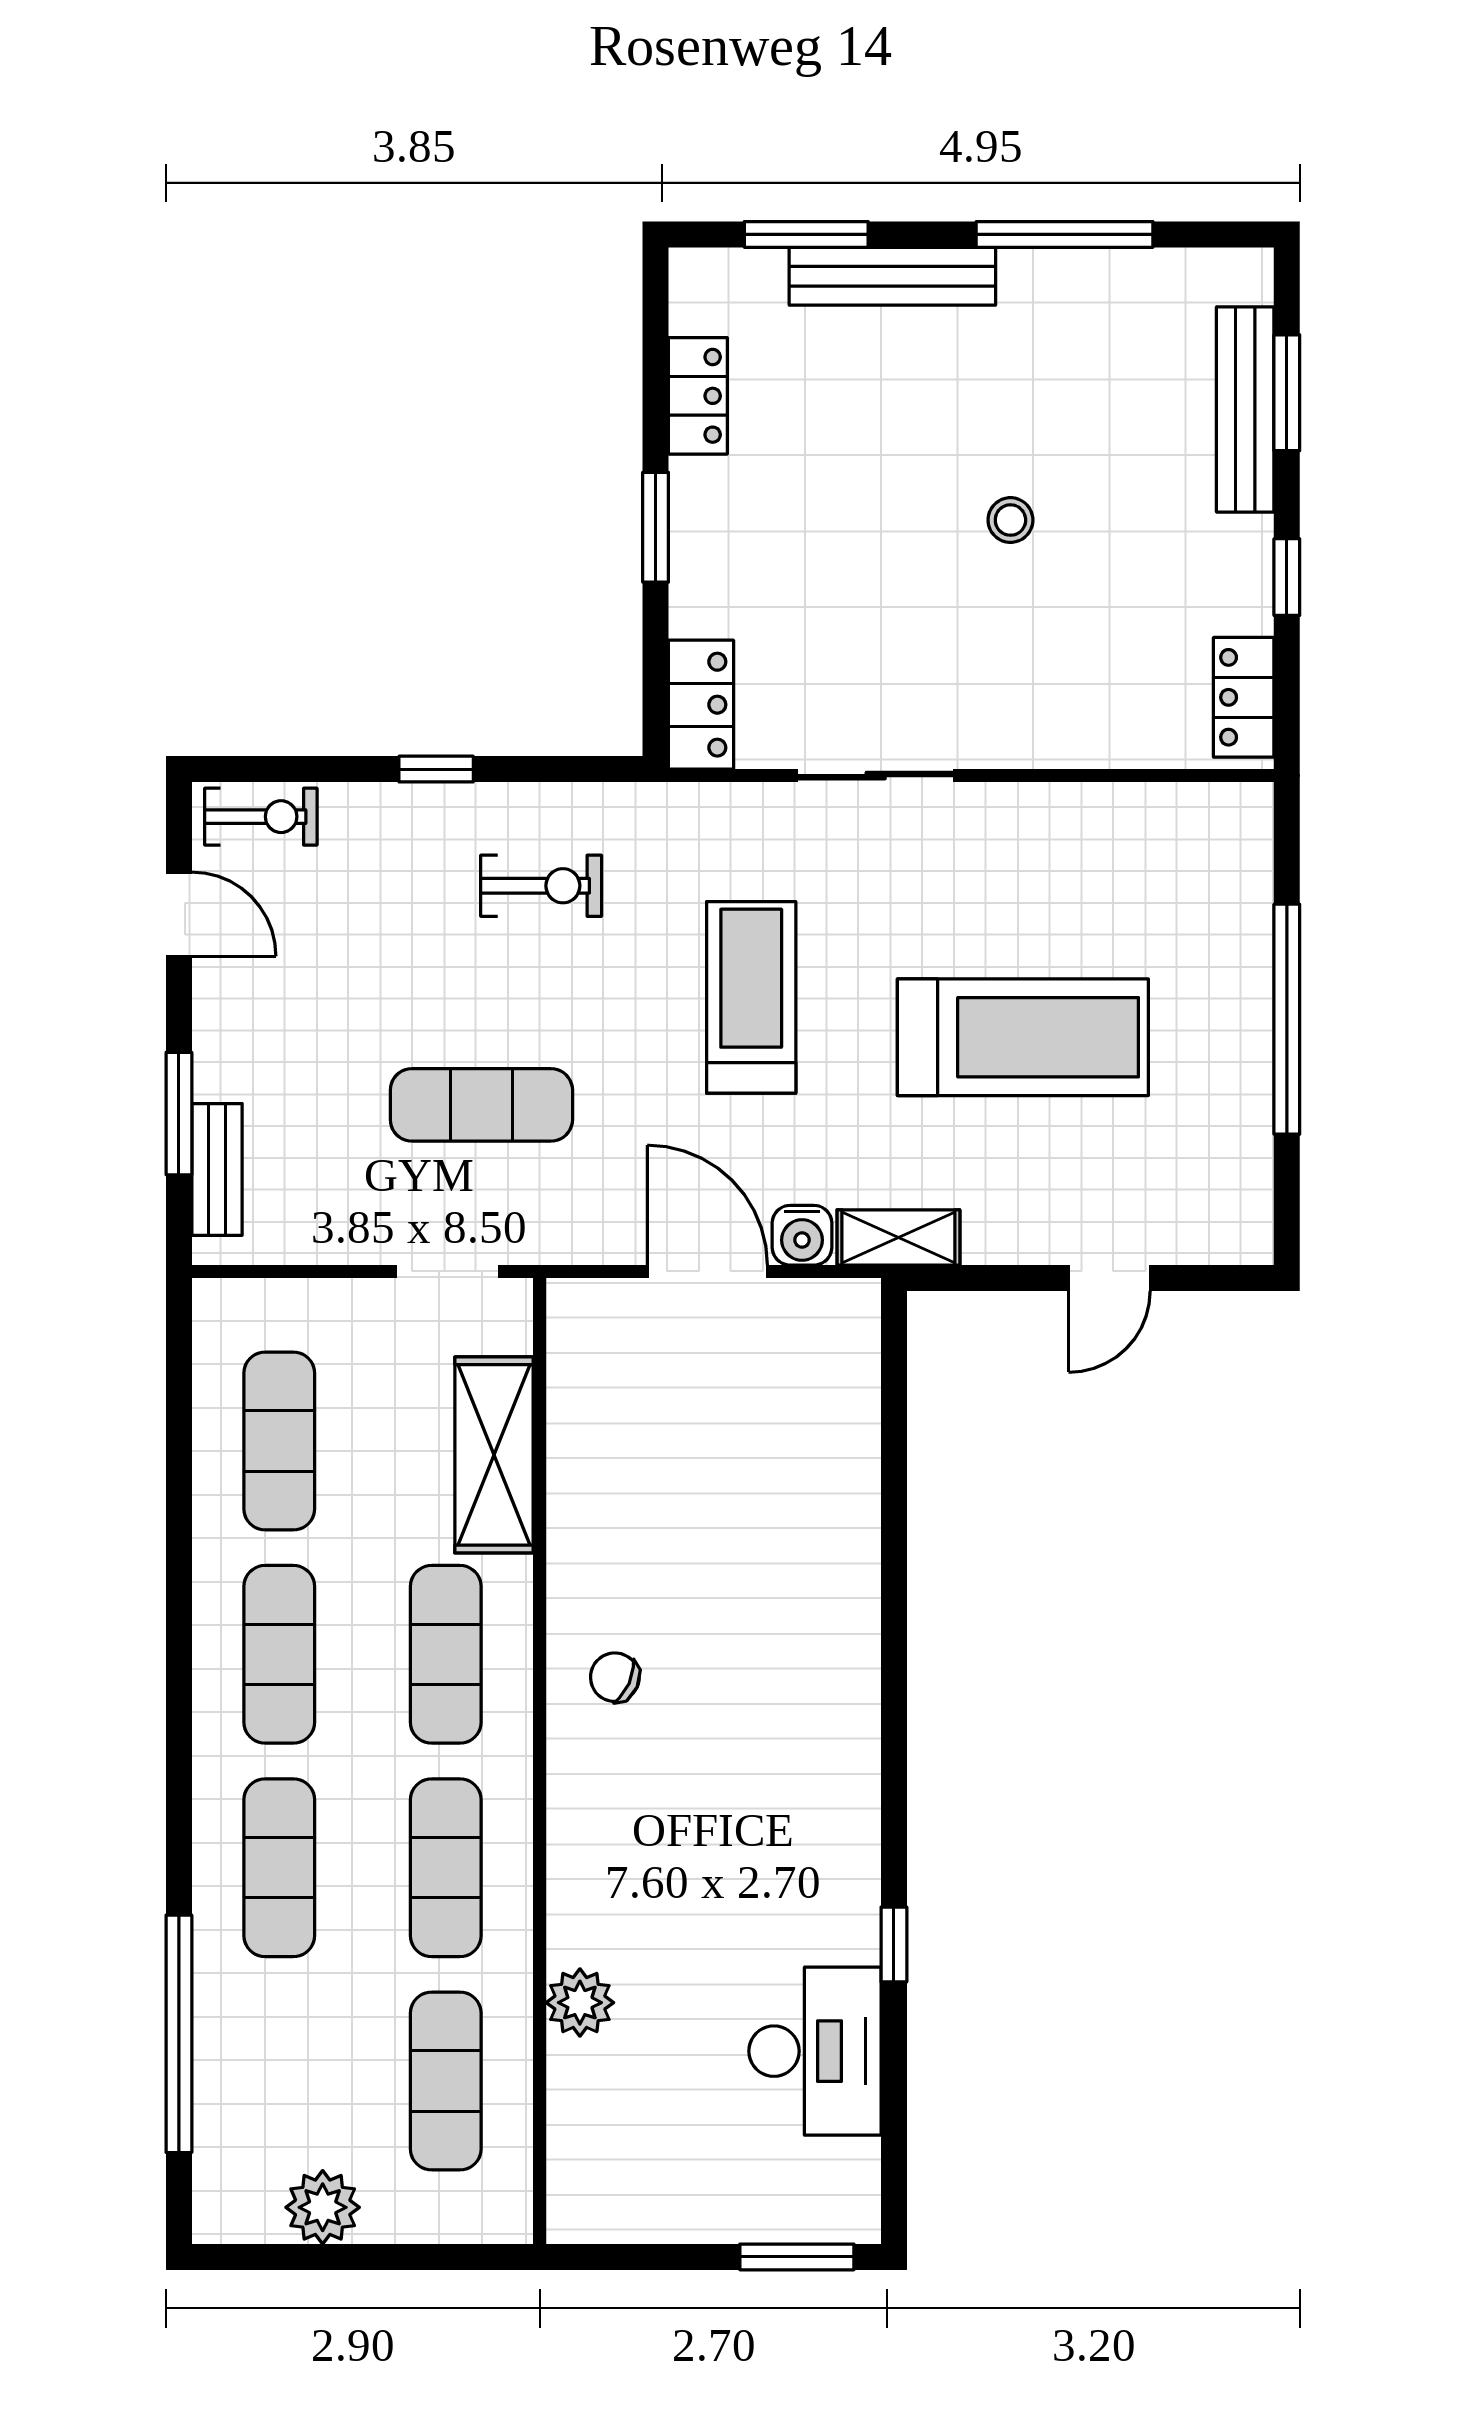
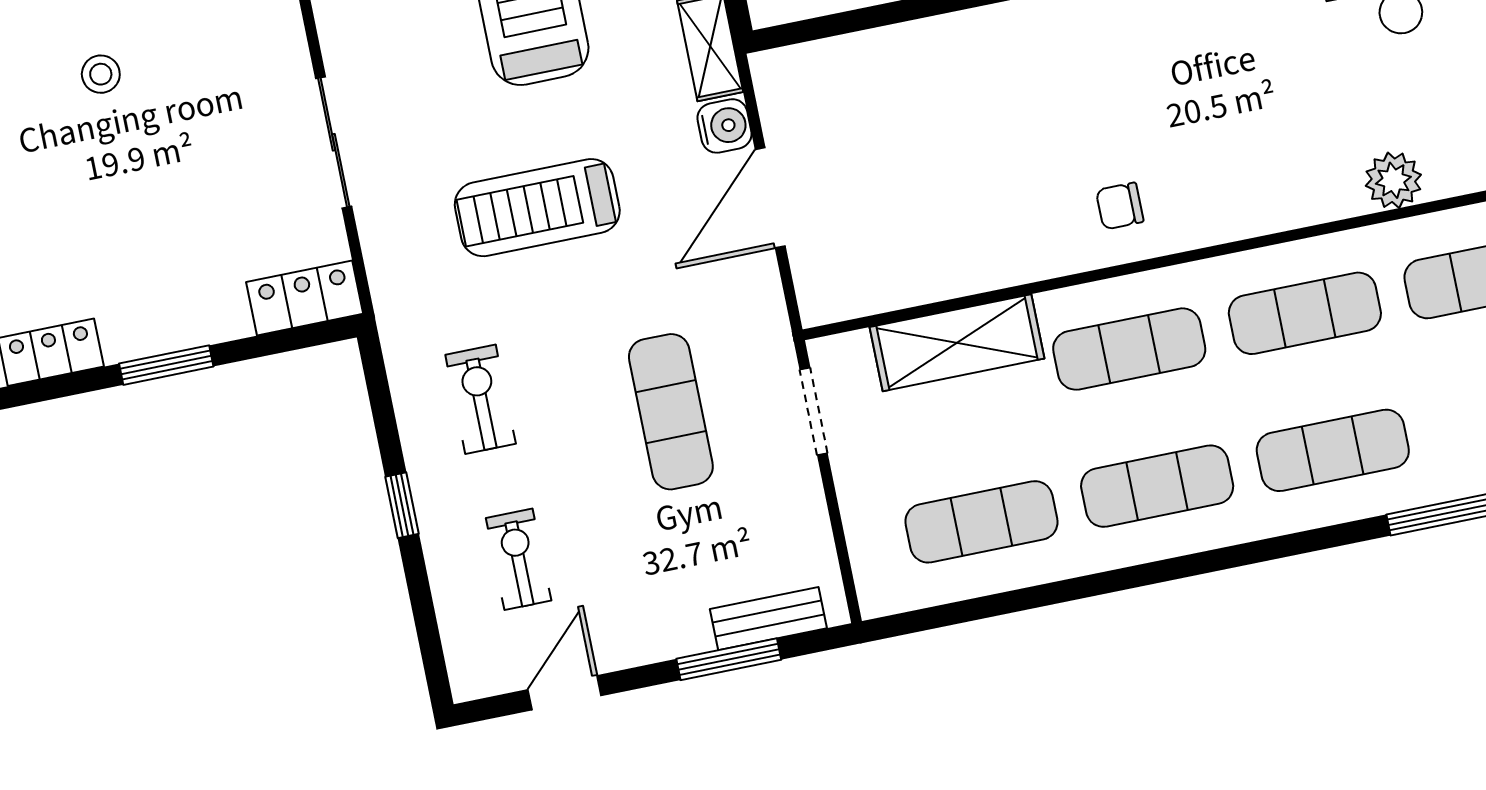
exercise bike: (261, 817) -> (519, 559), moved
chair: (615, 1677) -> (1120, 206), turned 66

